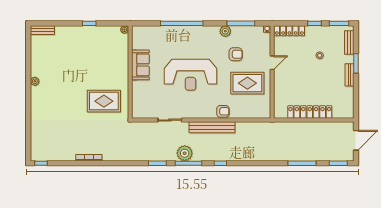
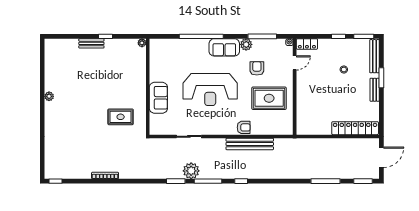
bench: (42, 30) -> (91, 43), moved
locker: (289, 31) -> (307, 44), width x0.66
sofa: (204, 34) -> (224, 47), added
bench: (349, 42) -> (374, 56), width x1.36
armchair: (236, 54) -> (257, 68), turned -90
door: (272, 63) -> (295, 63), moved
sofa: (140, 65) -> (158, 98), moved
rug: (104, 101) -> (121, 117), width x0.73, depth x0.70
locker: (310, 112) -> (355, 128), moved
bench: (212, 127) -> (250, 144), moved
plant: (185, 153) -> (191, 171), moved

